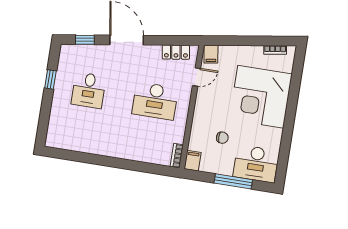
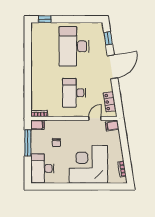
door: (196, 77) -> (95, 118), swing flipped
window: (50, 79) -> (45, 19), moved
desk: (89, 90) -> (74, 46), width x1.87, depth x1.30
window: (233, 181) -> (28, 143), moved

